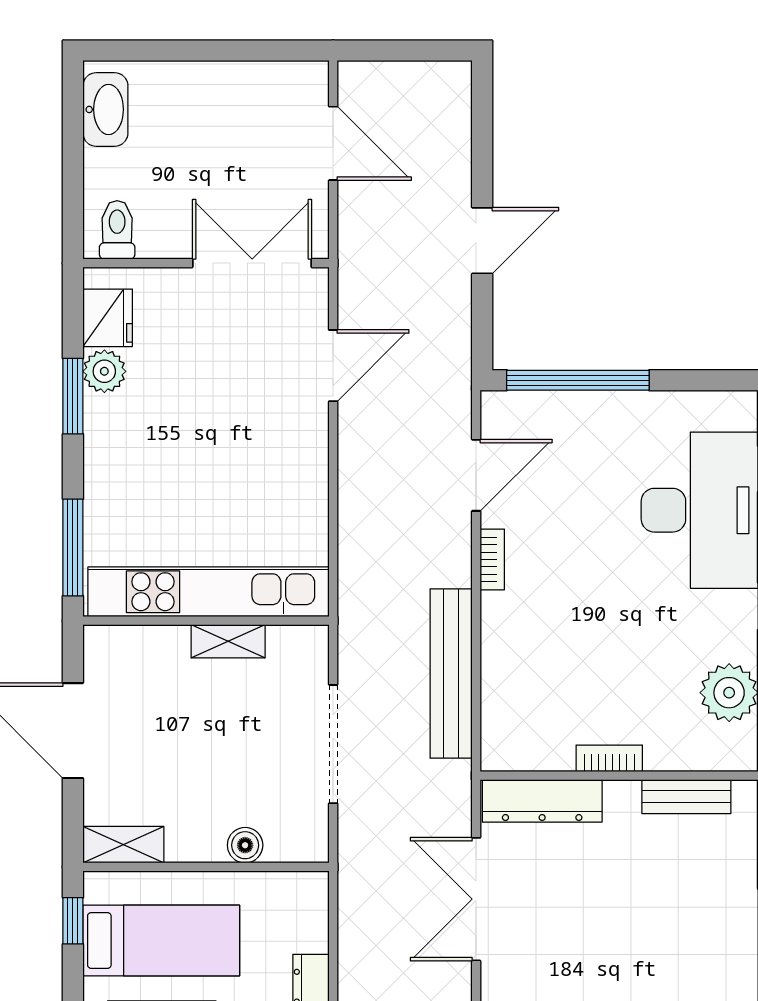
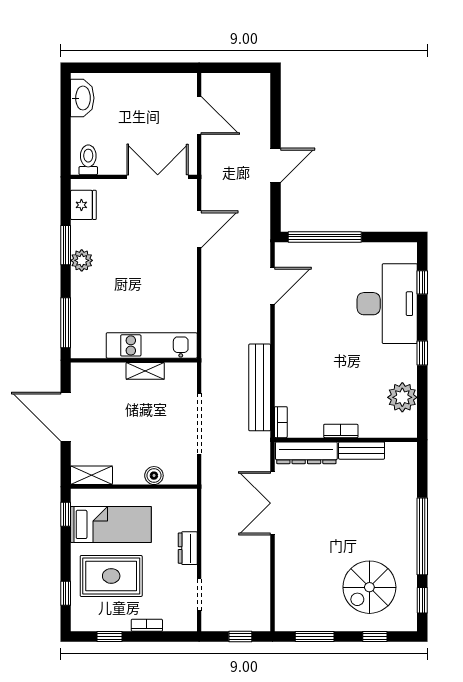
plant: (104, 371) -> (82, 260), moved
bookcase: (492, 560) -> (281, 422), moved
kitchen unit: (209, 592) -> (152, 345), width x0.73
bench: (686, 797) -> (362, 451), moved

